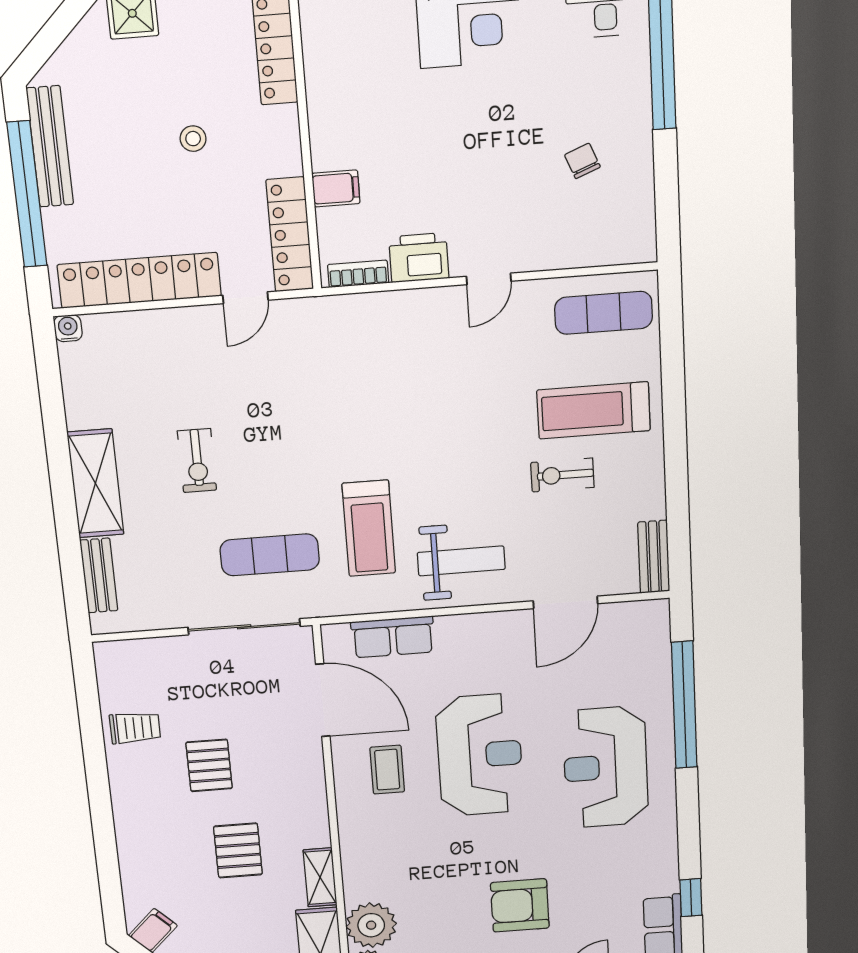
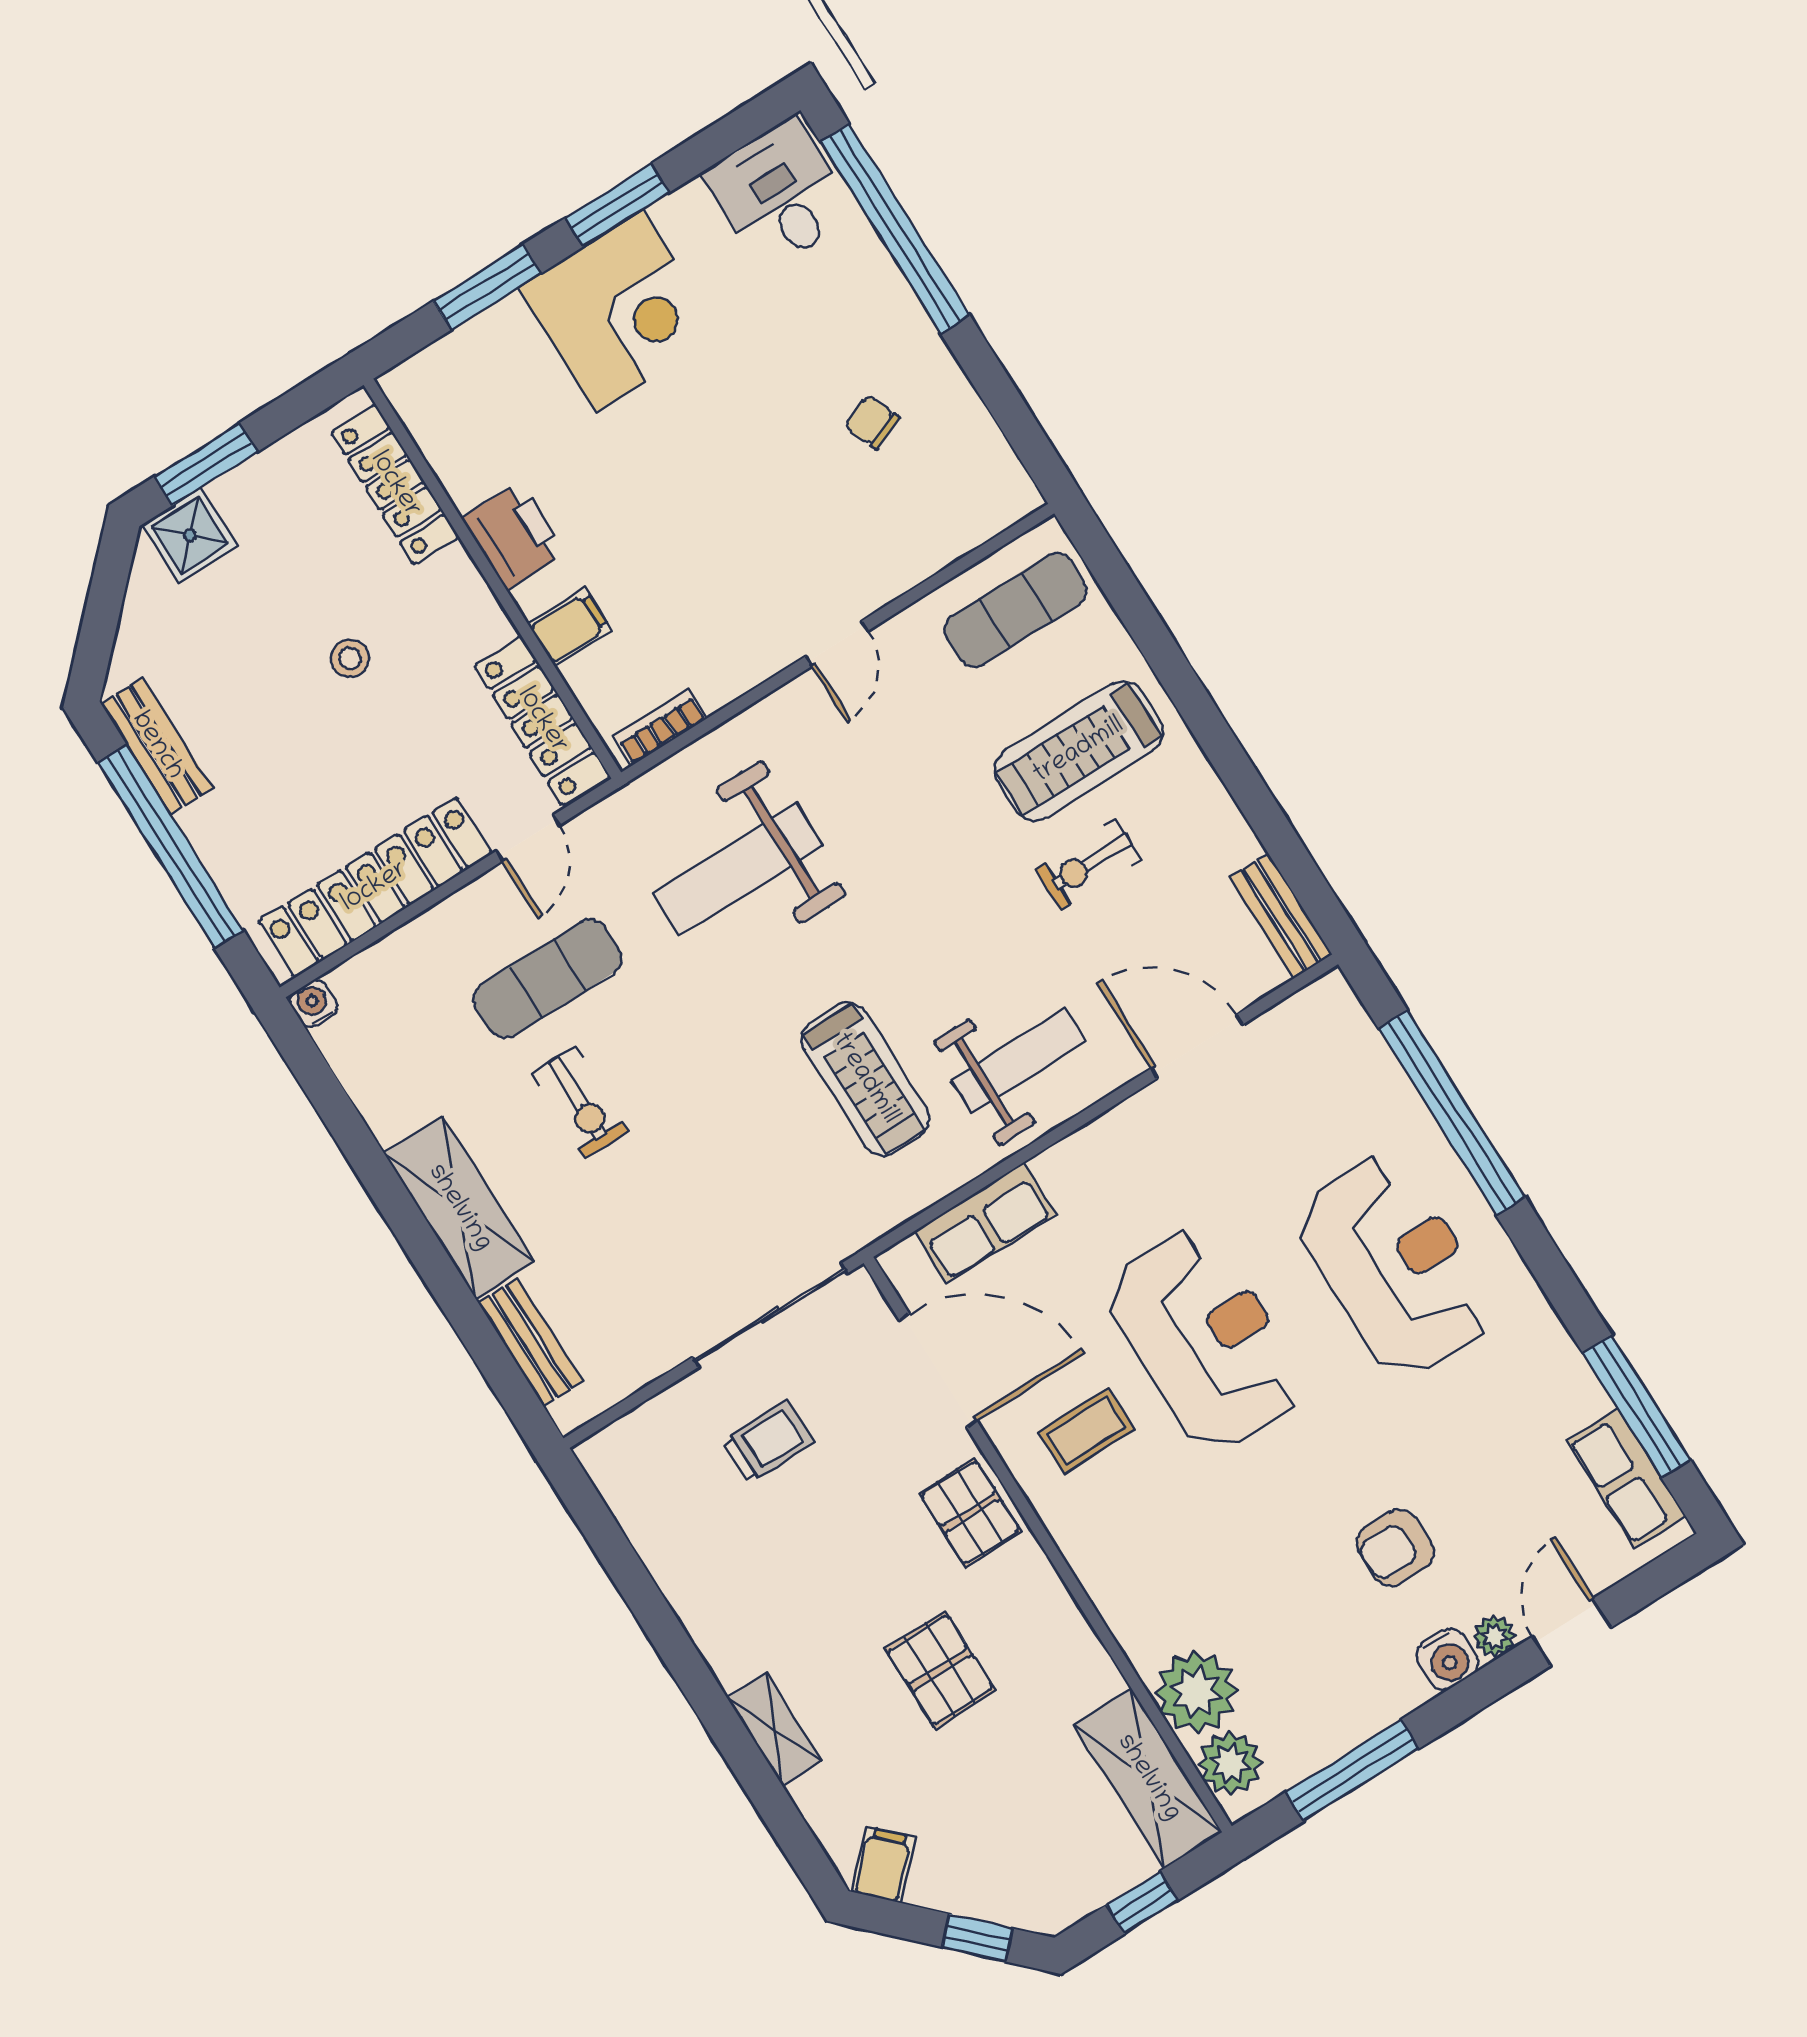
bench: (50, 147) -> (157, 746), width x0.73
printer: (419, 258) -> (514, 536), moved, turned 90
weight bench: (360, 377) -> (738, 869), added
exercise mat: (270, 555) -> (548, 979), moved
door: (565, 602) -> (1197, 1046), swing flipped
trolley: (135, 728) -> (768, 1441), moved
pallet: (209, 765) -> (970, 1513), moved
reception desk: (606, 767) -> (1395, 1266), turned 180
coffee table: (387, 770) -> (1086, 1431), turned 90
shelving: (320, 877) -> (774, 1729), moved
window: (691, 898) -> (1637, 1407), width x2.17
armchair: (520, 905) -> (1395, 1548), width x0.72, depth x0.72

